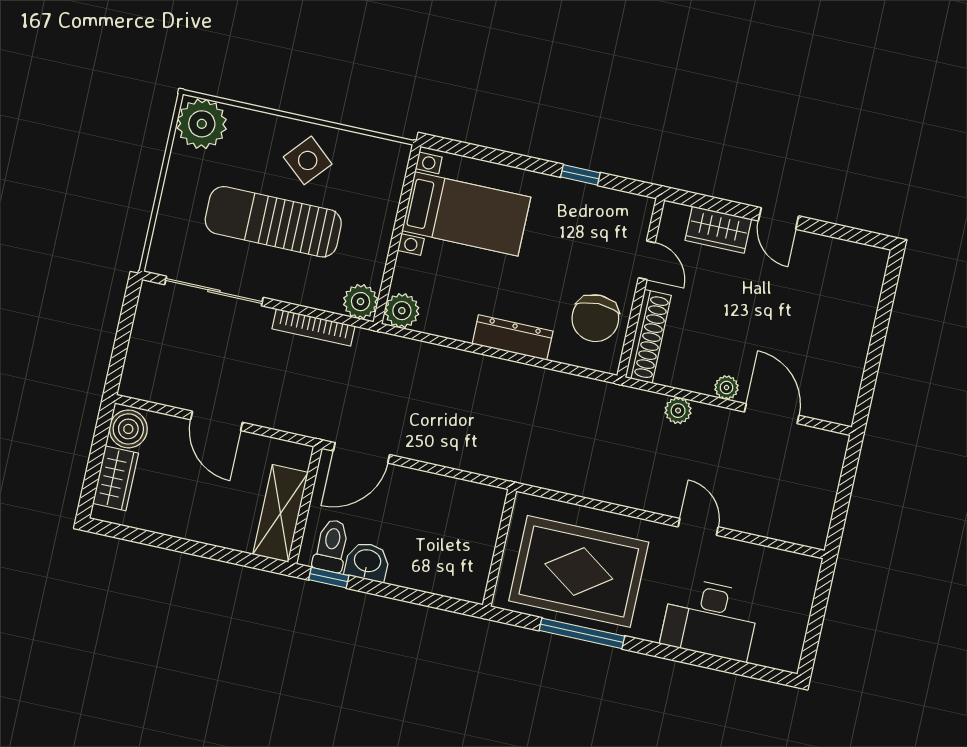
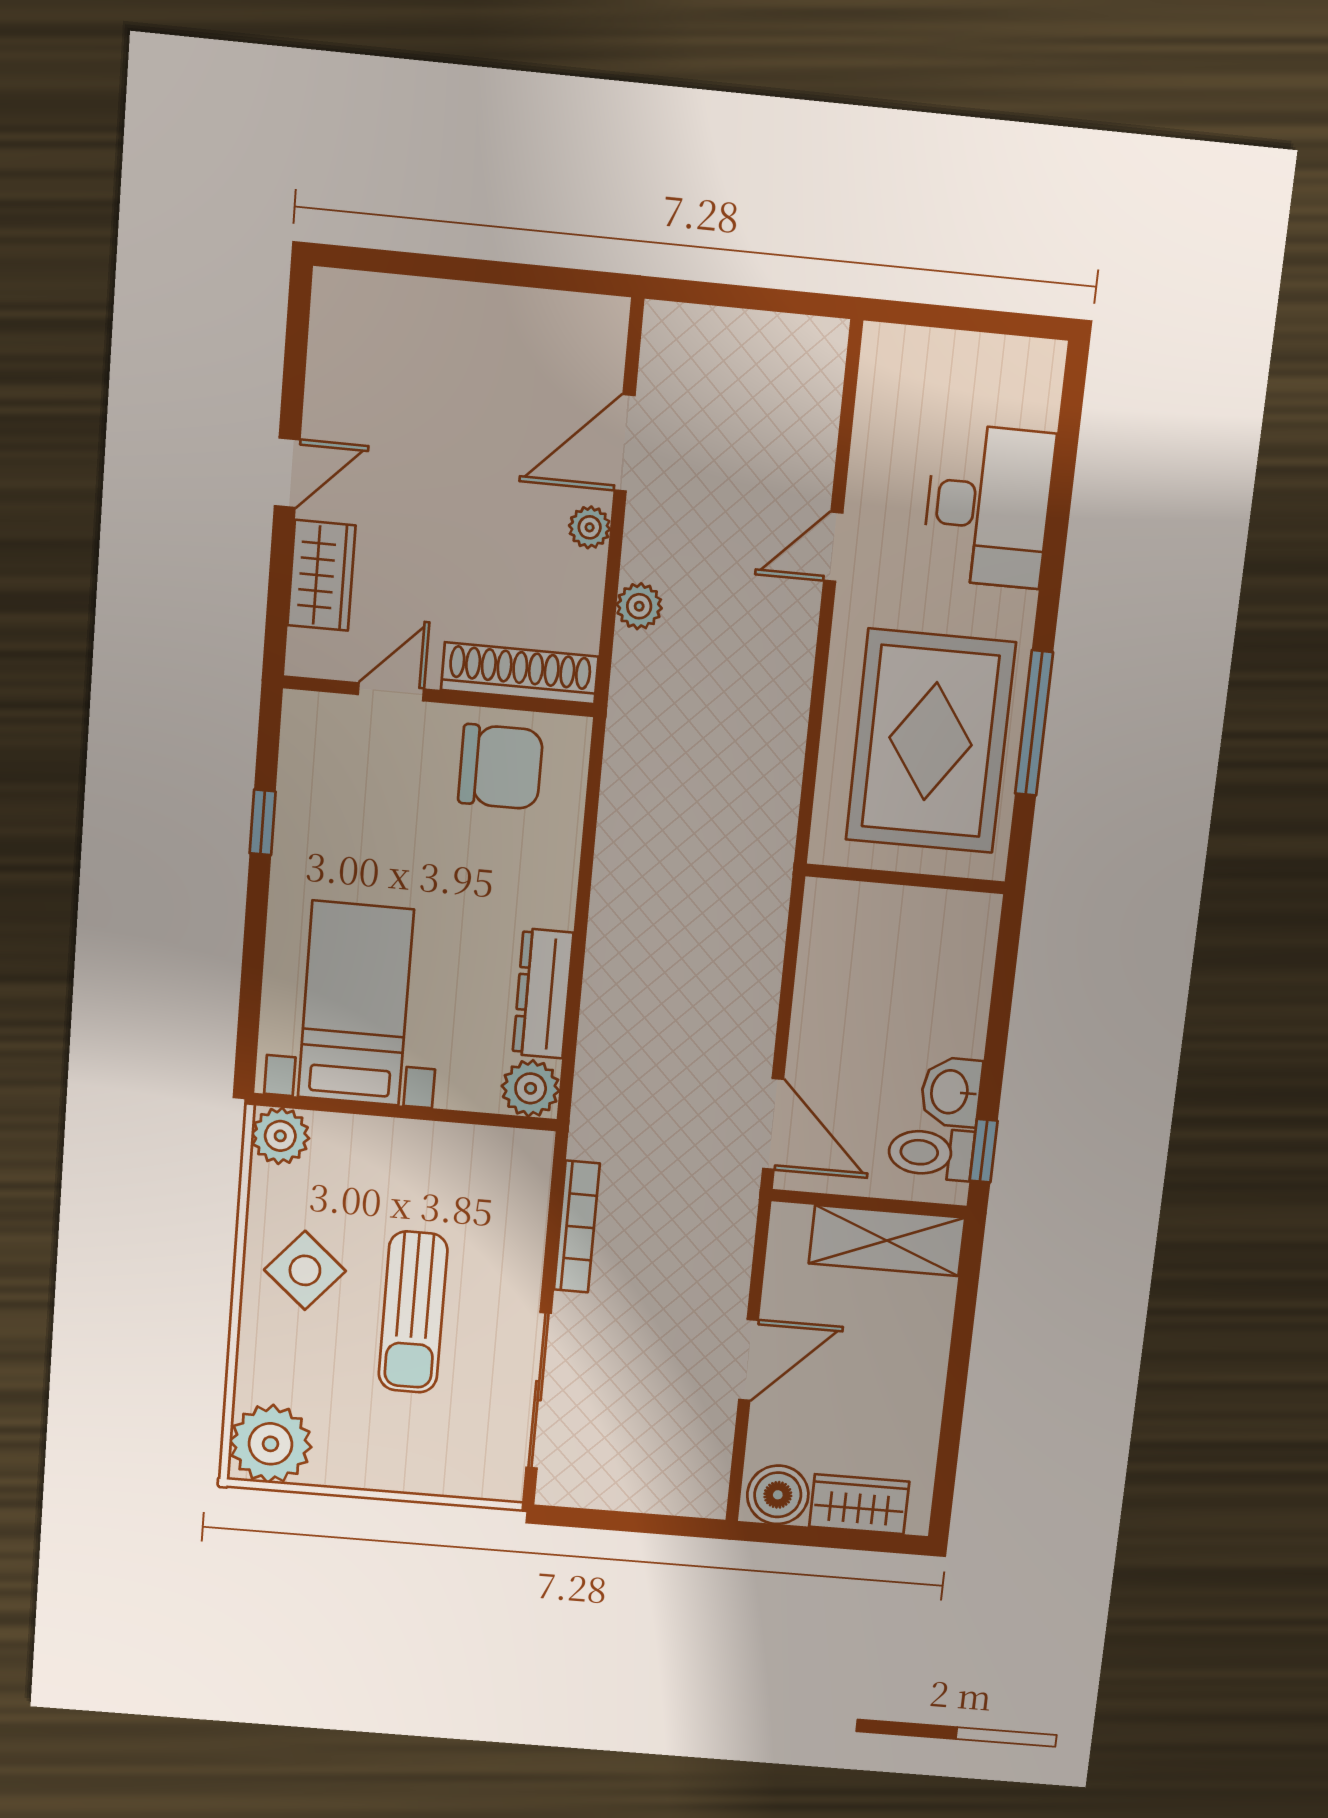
sun lounger: (273, 222) -> (413, 1312), width x0.73, depth x0.75
plant: (360, 302) -> (280, 1136), moved
dresser: (513, 337) -> (543, 994), moved

